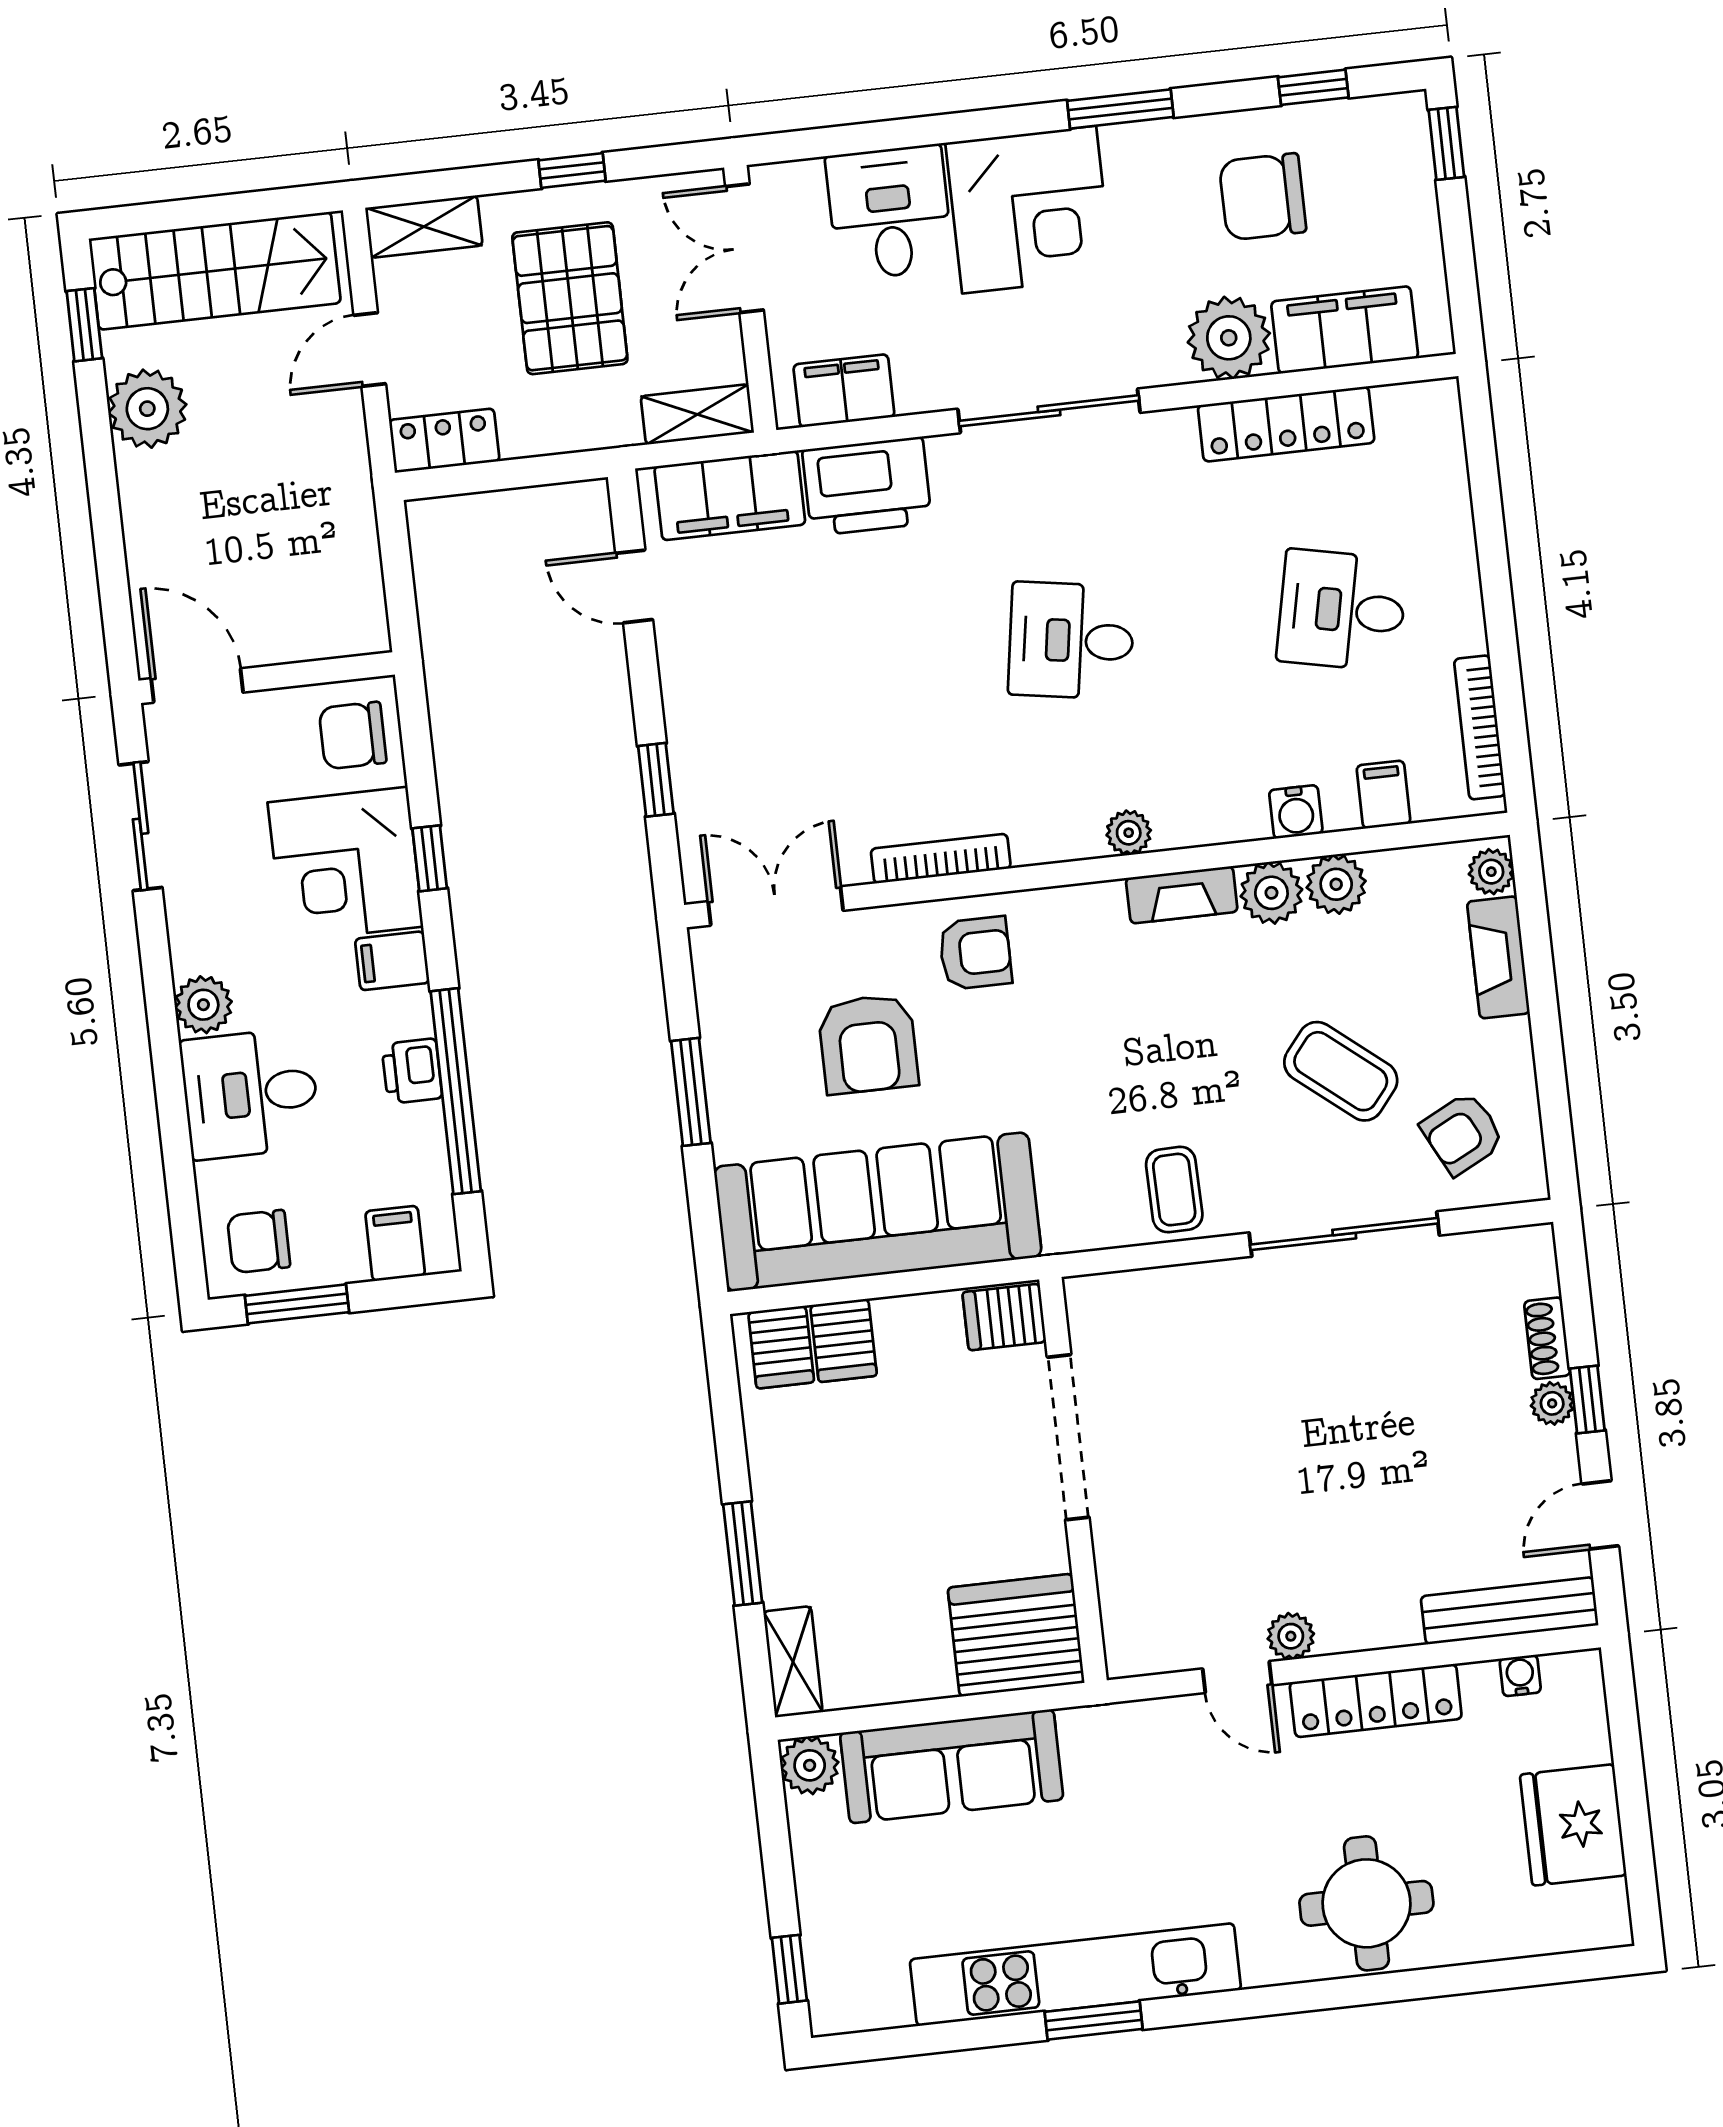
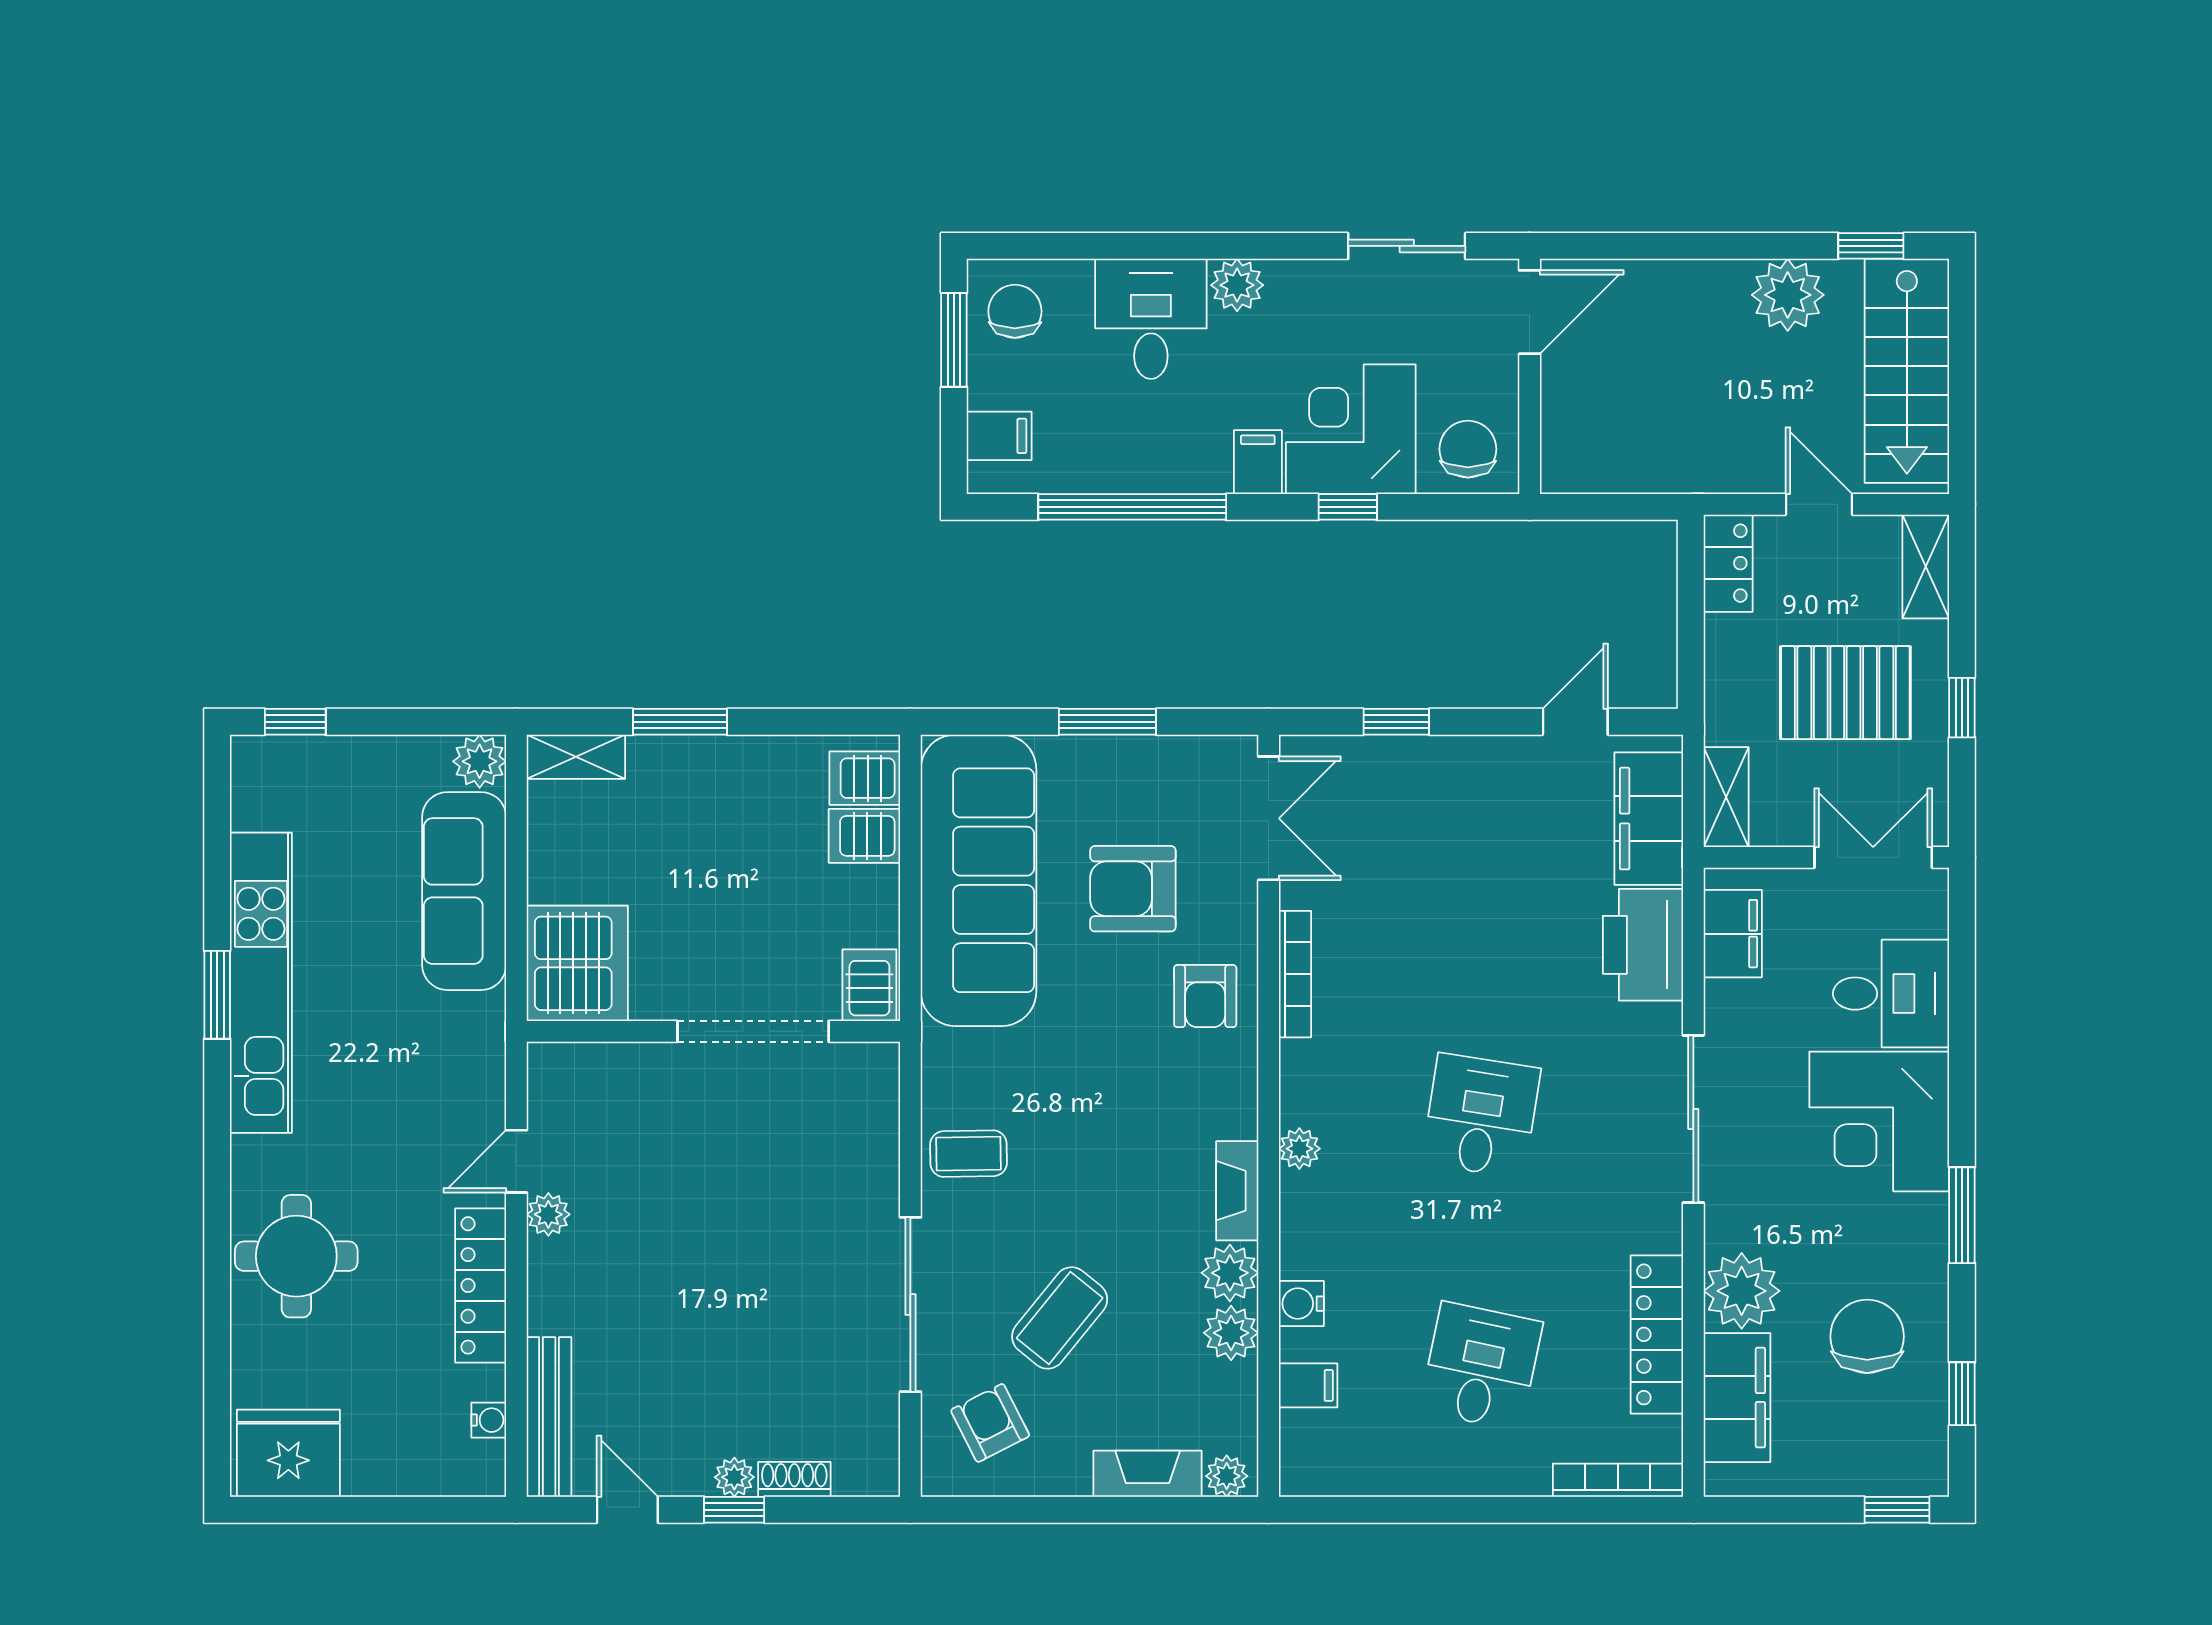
bookcase: (1480, 727) -> (1618, 1480), moved
printer: (412, 1071) -> (1155, 469), removed
fridge: (1573, 1825) -> (288, 1453), moved

